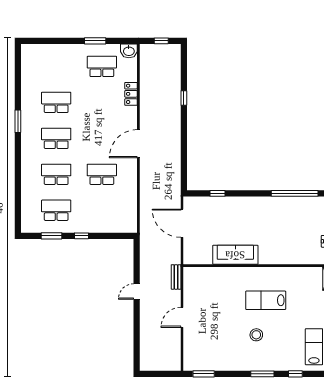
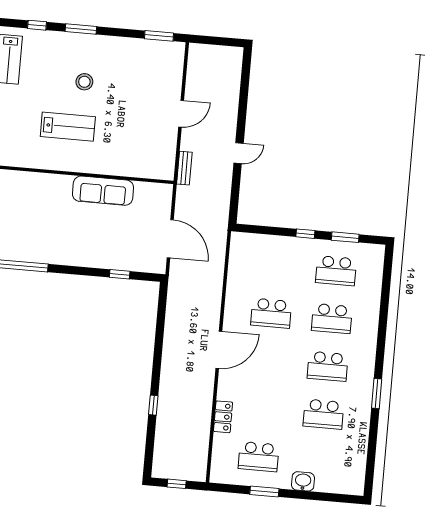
washbasin: (129, 51) -> (303, 481), moved

